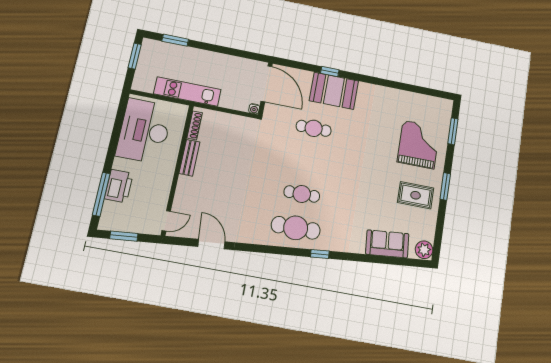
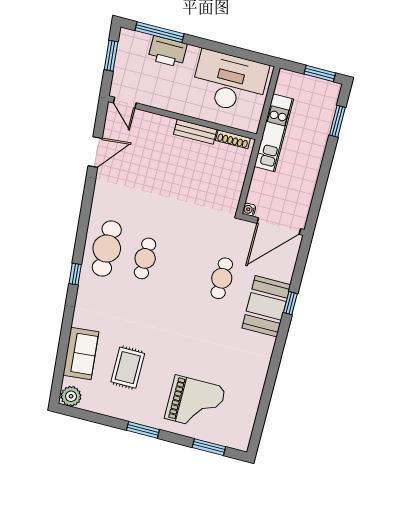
rug: (416, 195) -> (128, 368), moved

